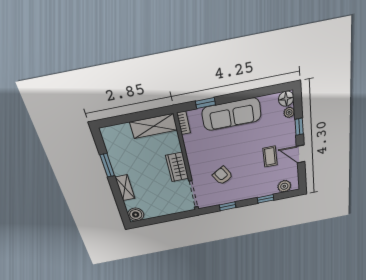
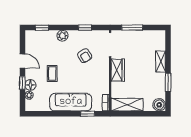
floor lamp: (286, 99) -> (31, 85), moved
coffee table: (270, 157) -> (52, 73), moved
plant: (284, 186) -> (62, 36), moved
window: (266, 199) -> (42, 28), moved
boiler: (136, 215) -> (159, 105), moved
window: (171, 217) -> (132, 28), added

